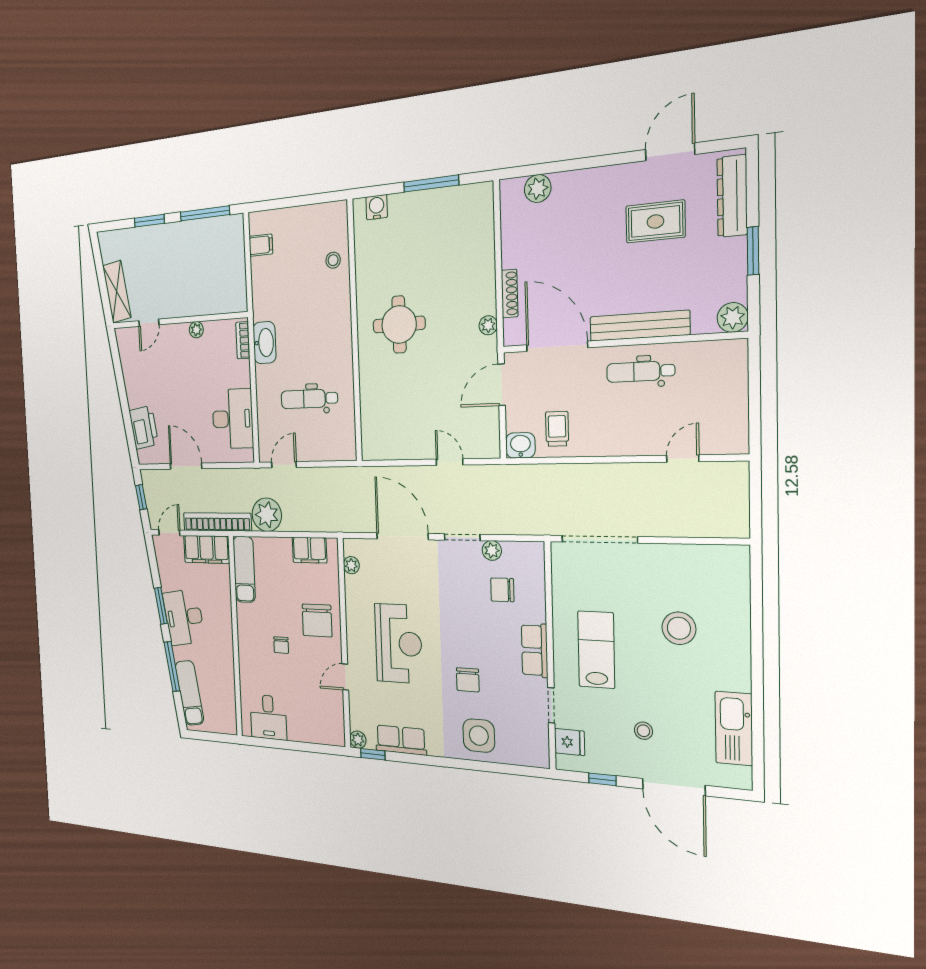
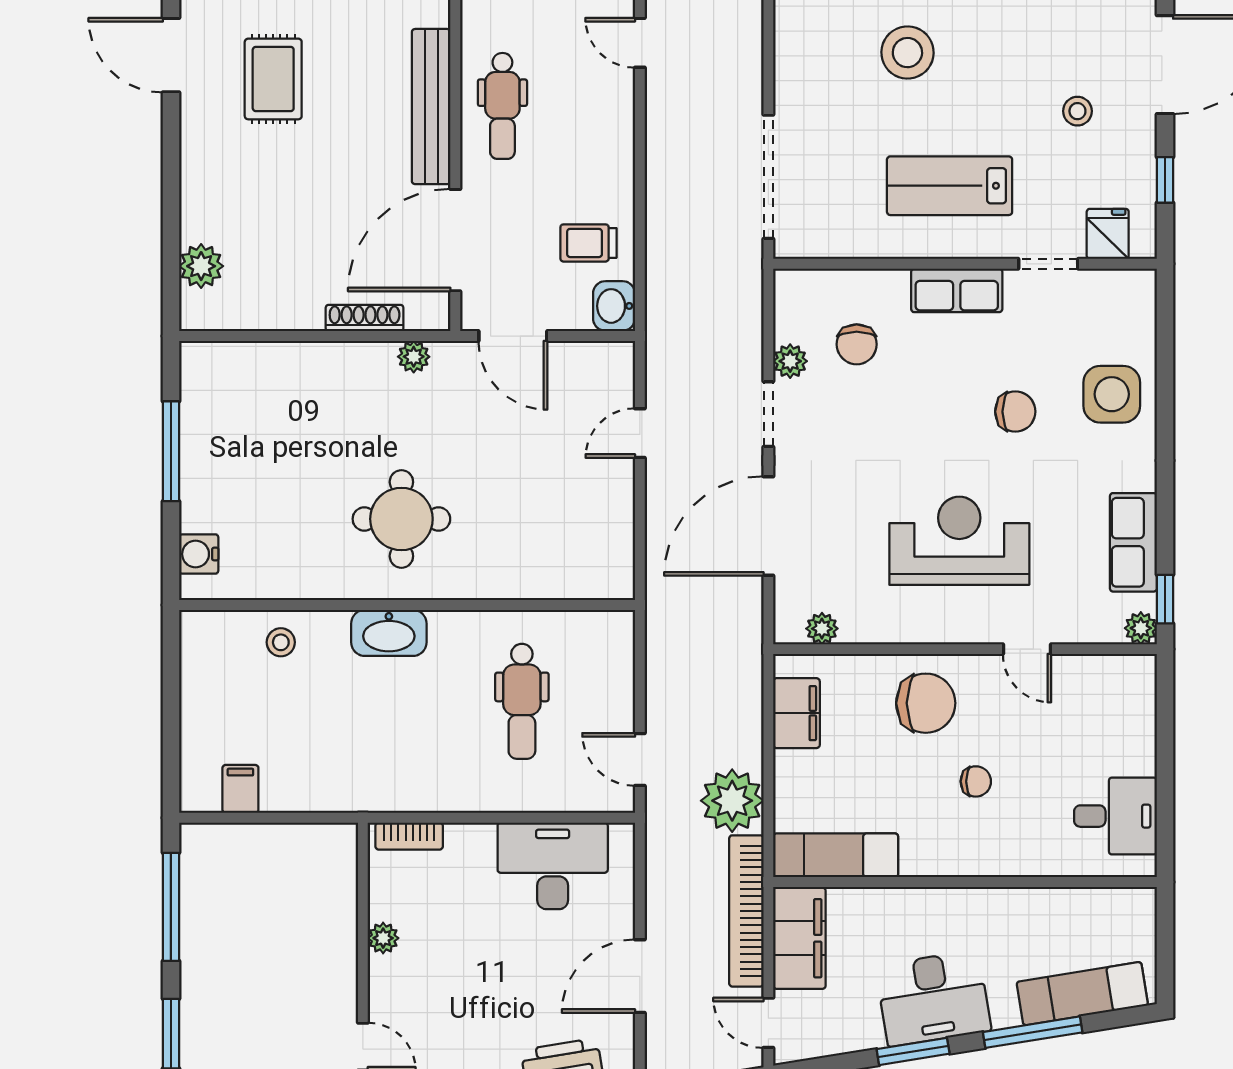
washbasin: (265, 343) -> (389, 633), moved, turned 180

